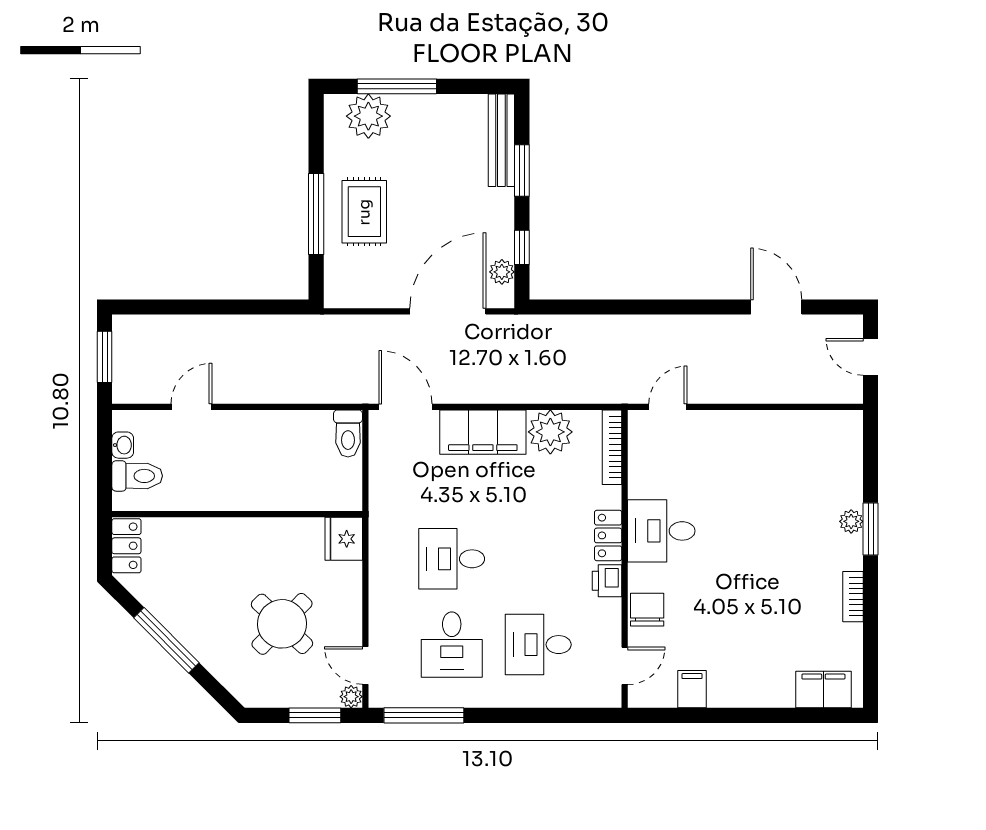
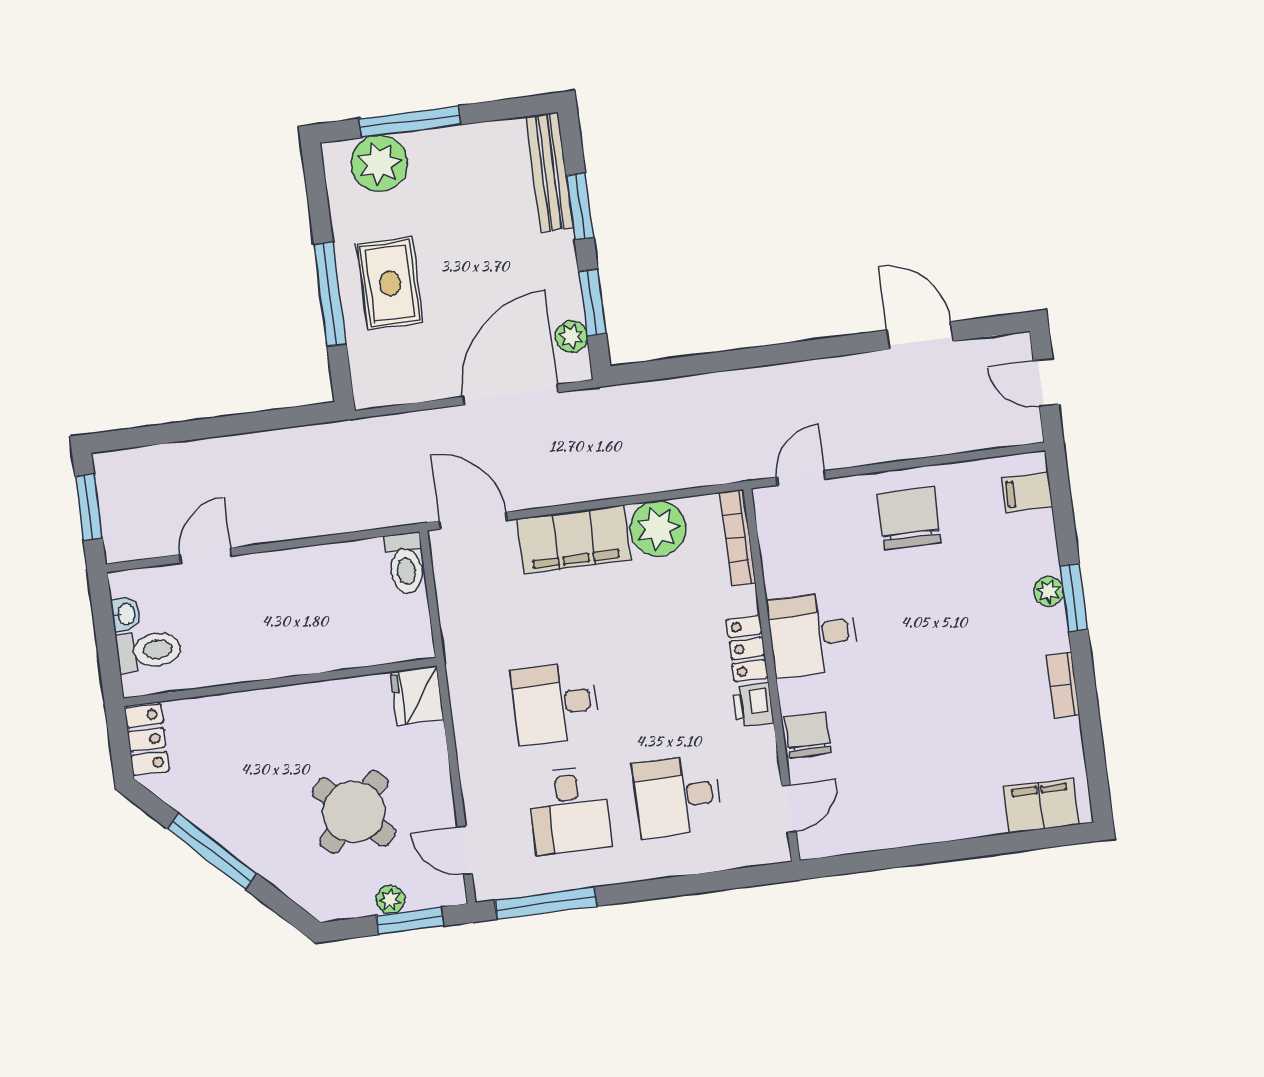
window: (522, 247) -> (592, 302), width x1.50
chair: (749, 449) -> (909, 518), added
filing cabinet: (692, 689) -> (1027, 492), moved, turned -90
plant: (351, 697) -> (391, 900), moved

